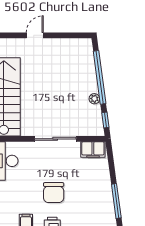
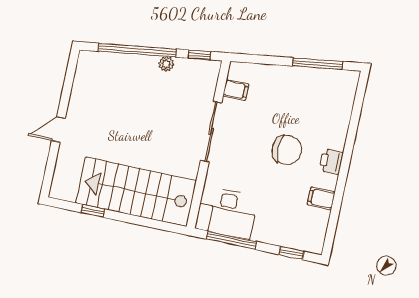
door: (35, 35) -> (58, 129), hinge flipped
filing cabinet: (93, 149) -> (236, 90), width x0.50

